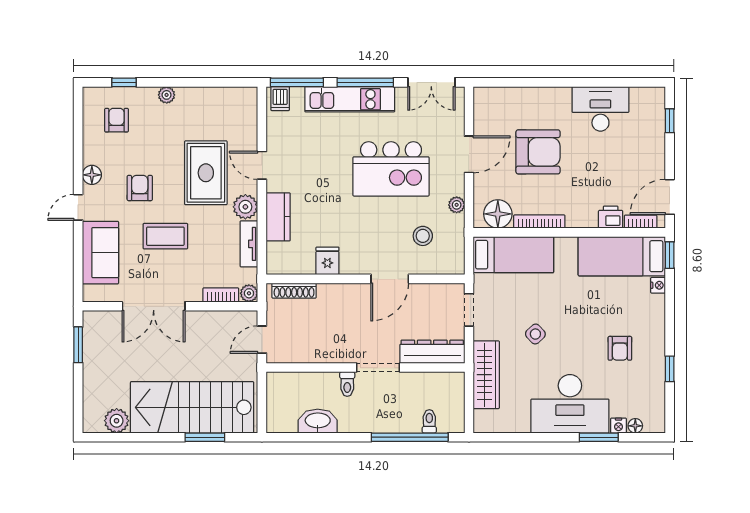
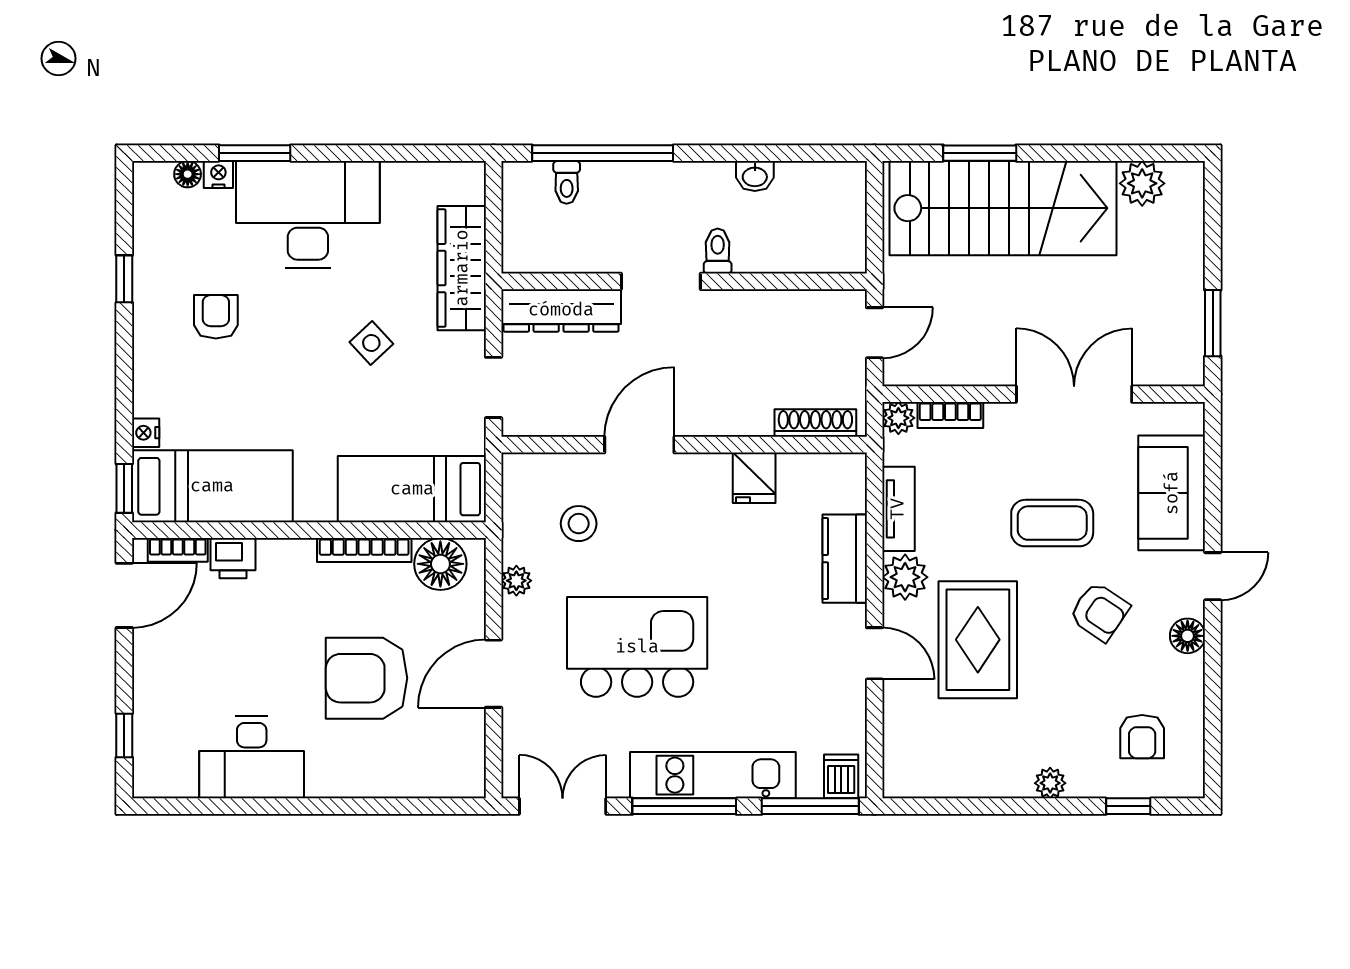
armchair: (140, 188) -> (1099, 612), turned -56
washbasin: (318, 421) -> (755, 176), width x0.52, depth x0.69

